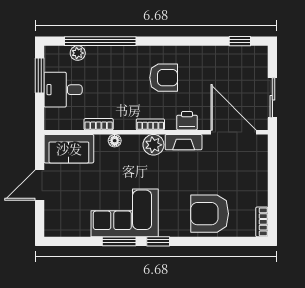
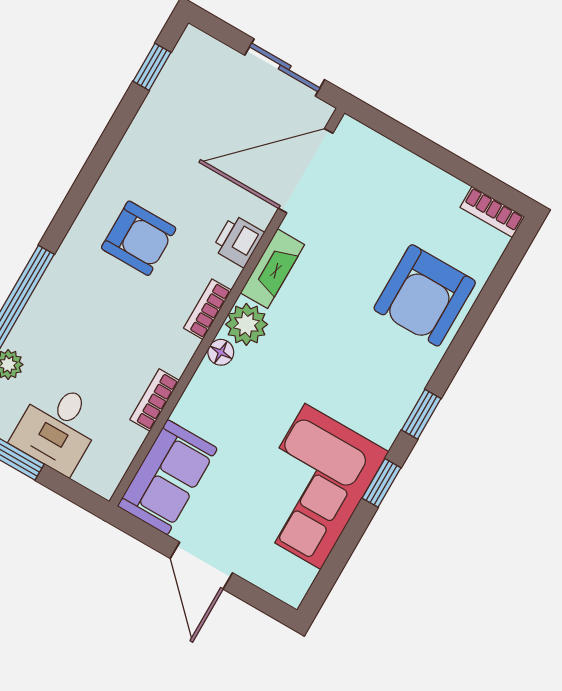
armchair: (164, 78) -> (139, 238), turned 90
floor lamp: (115, 141) -> (221, 352), moved
corner sofa: (125, 213) -> (313, 486), moved
window: (119, 241) -> (382, 483), width x0.67

